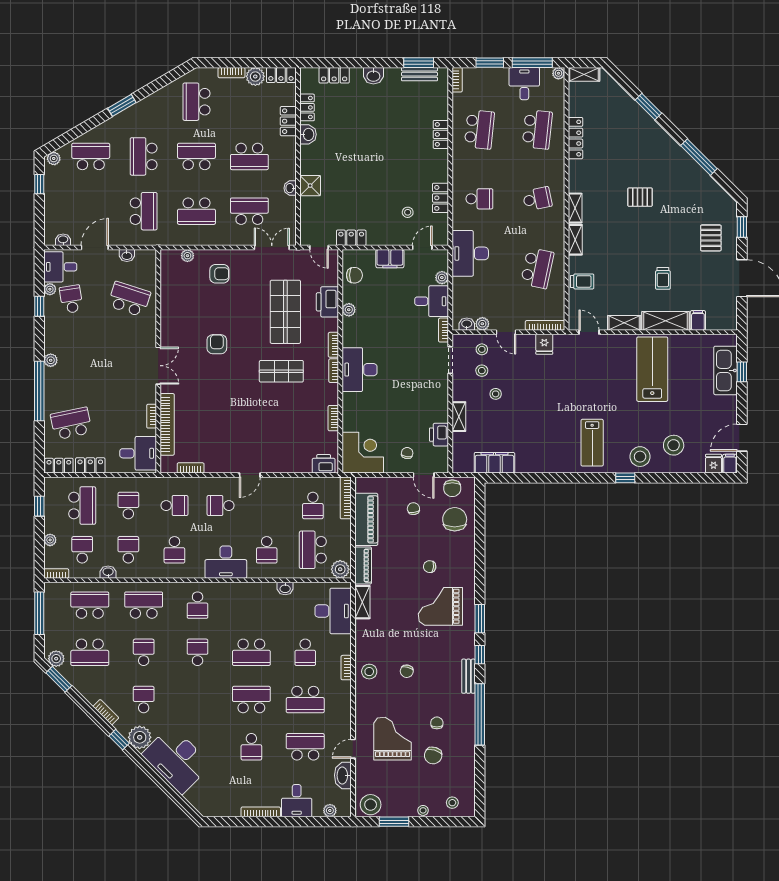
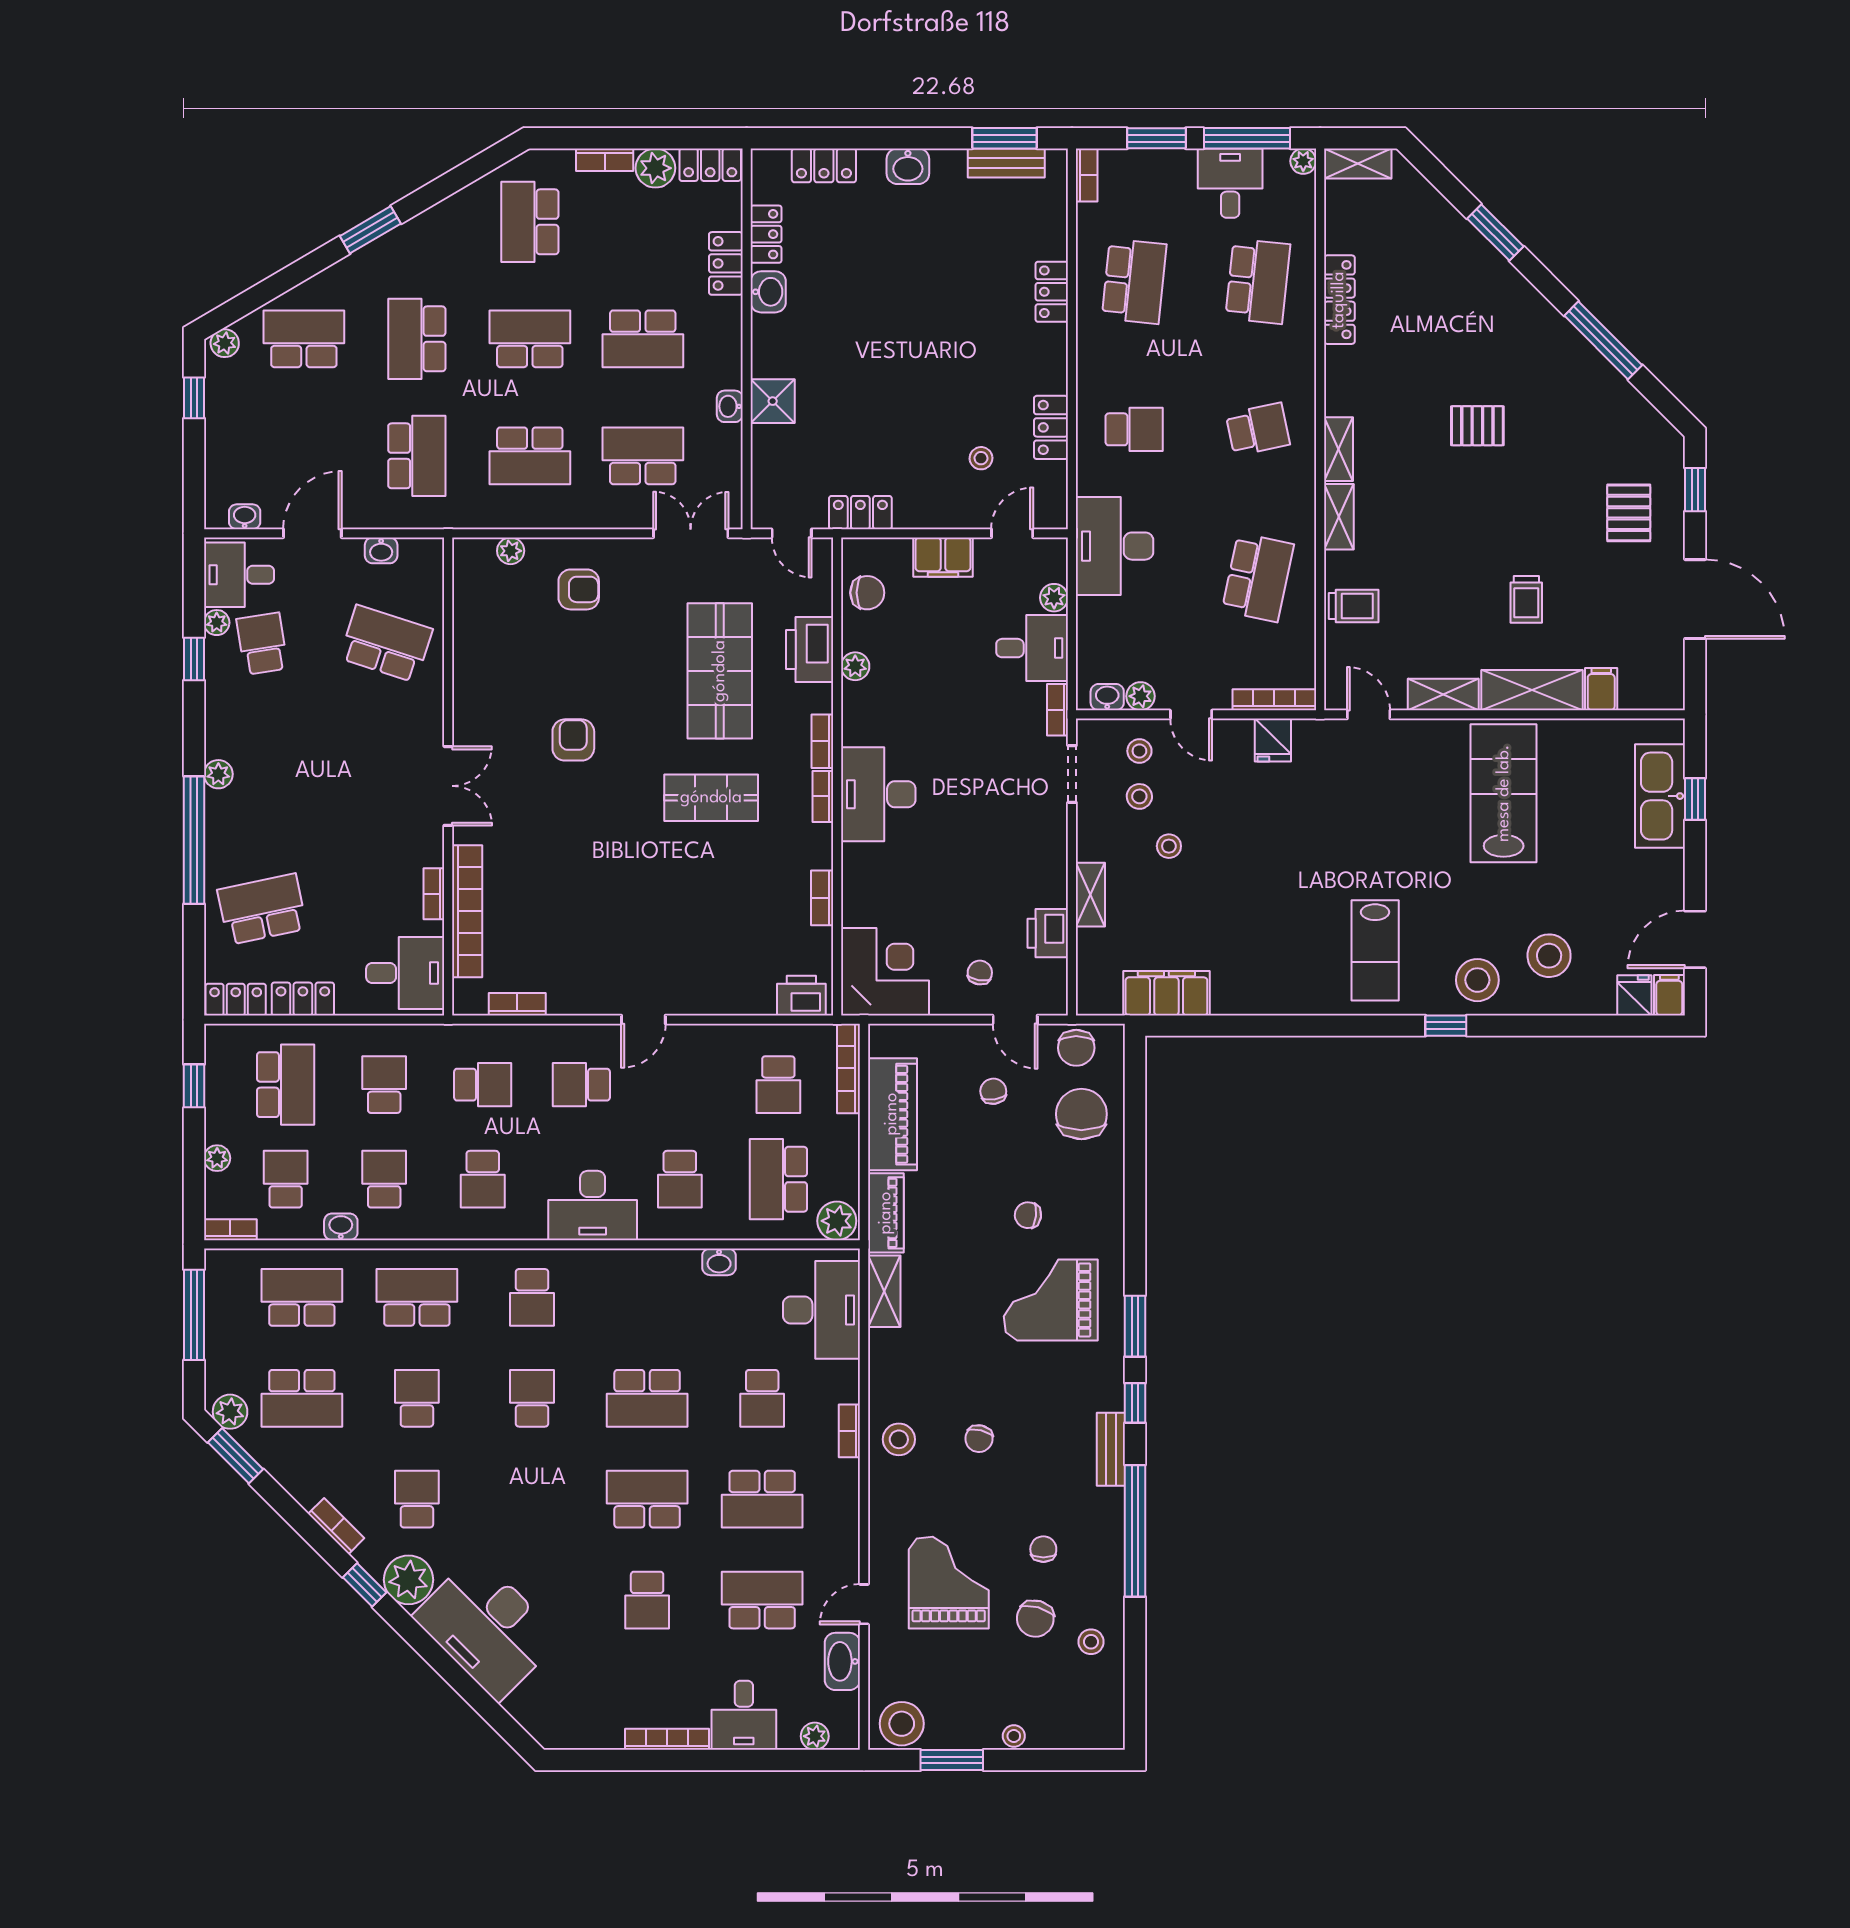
stool: (452, 803) -> (1091, 1642), moved

